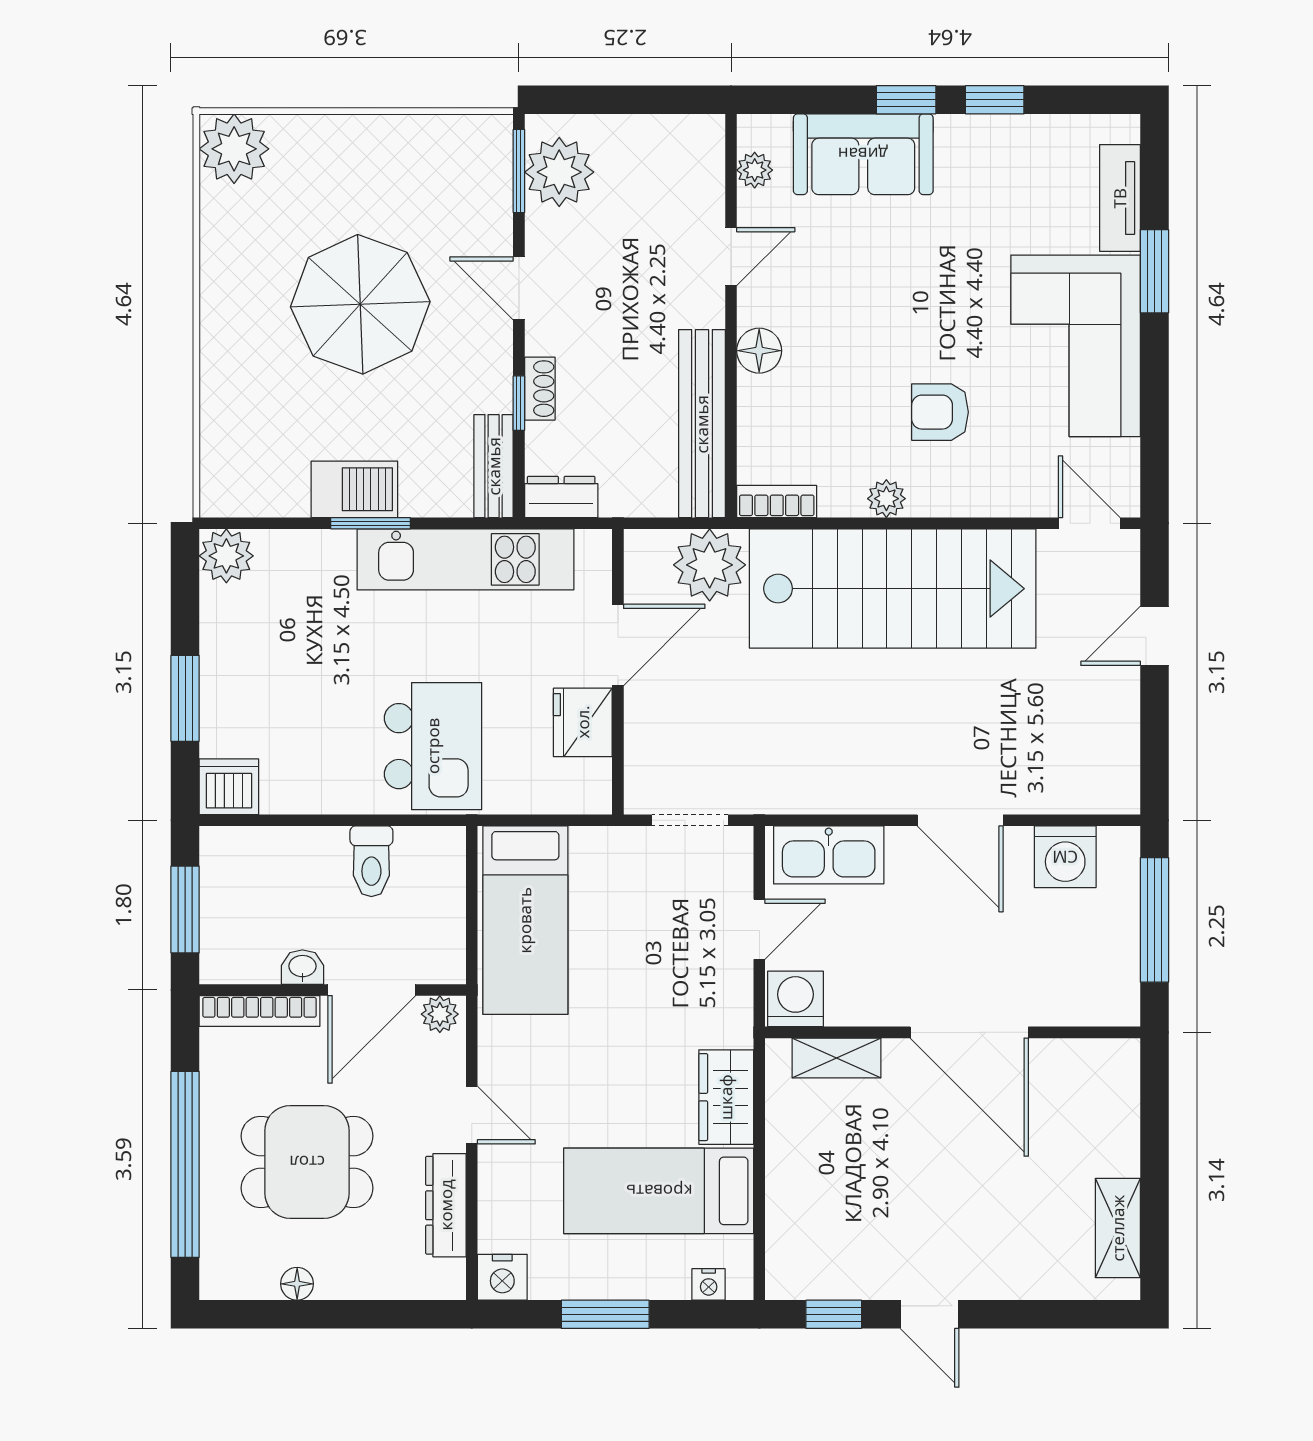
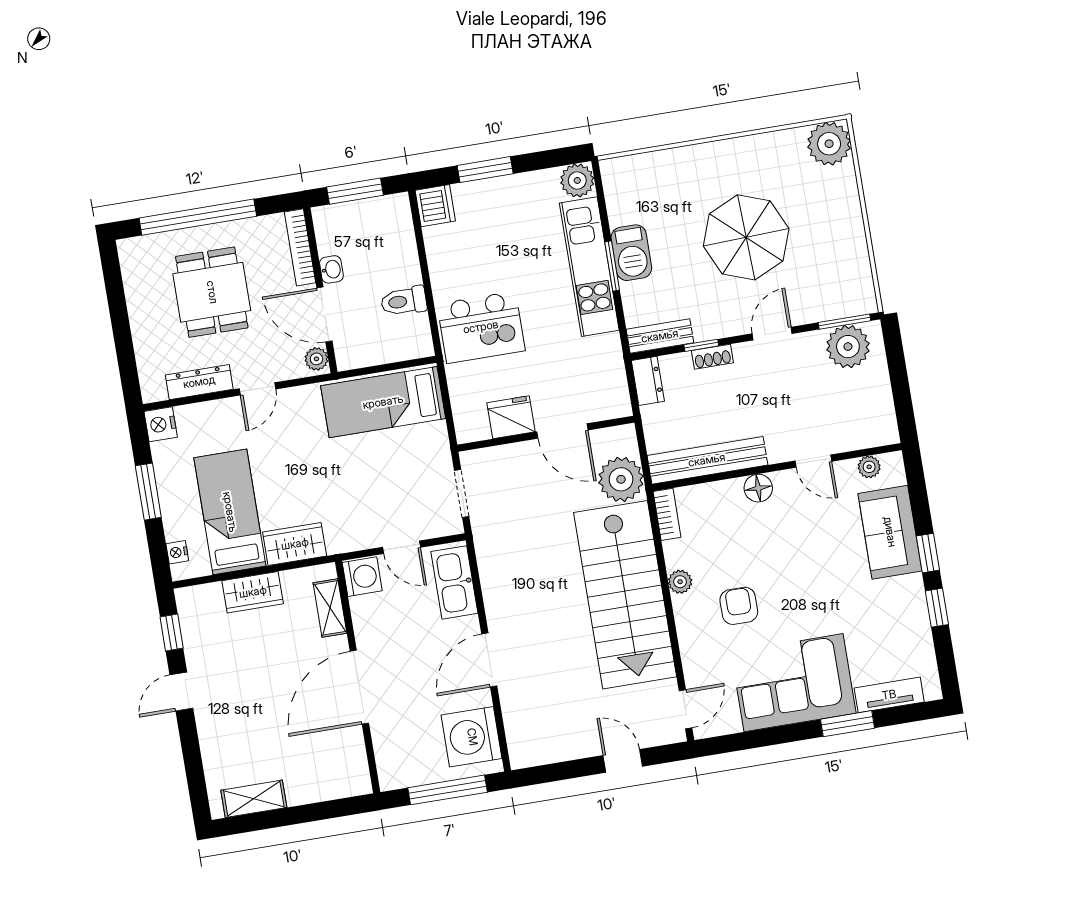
kitchen unit: (465, 559) -> (589, 267), moved
washing machine: (1065, 857) -> (472, 737), width x1.37, depth x1.37
wardrobe: (791, 1176) -> (253, 592), added
floor lamp: (297, 1284) -> (136, 298), removed

